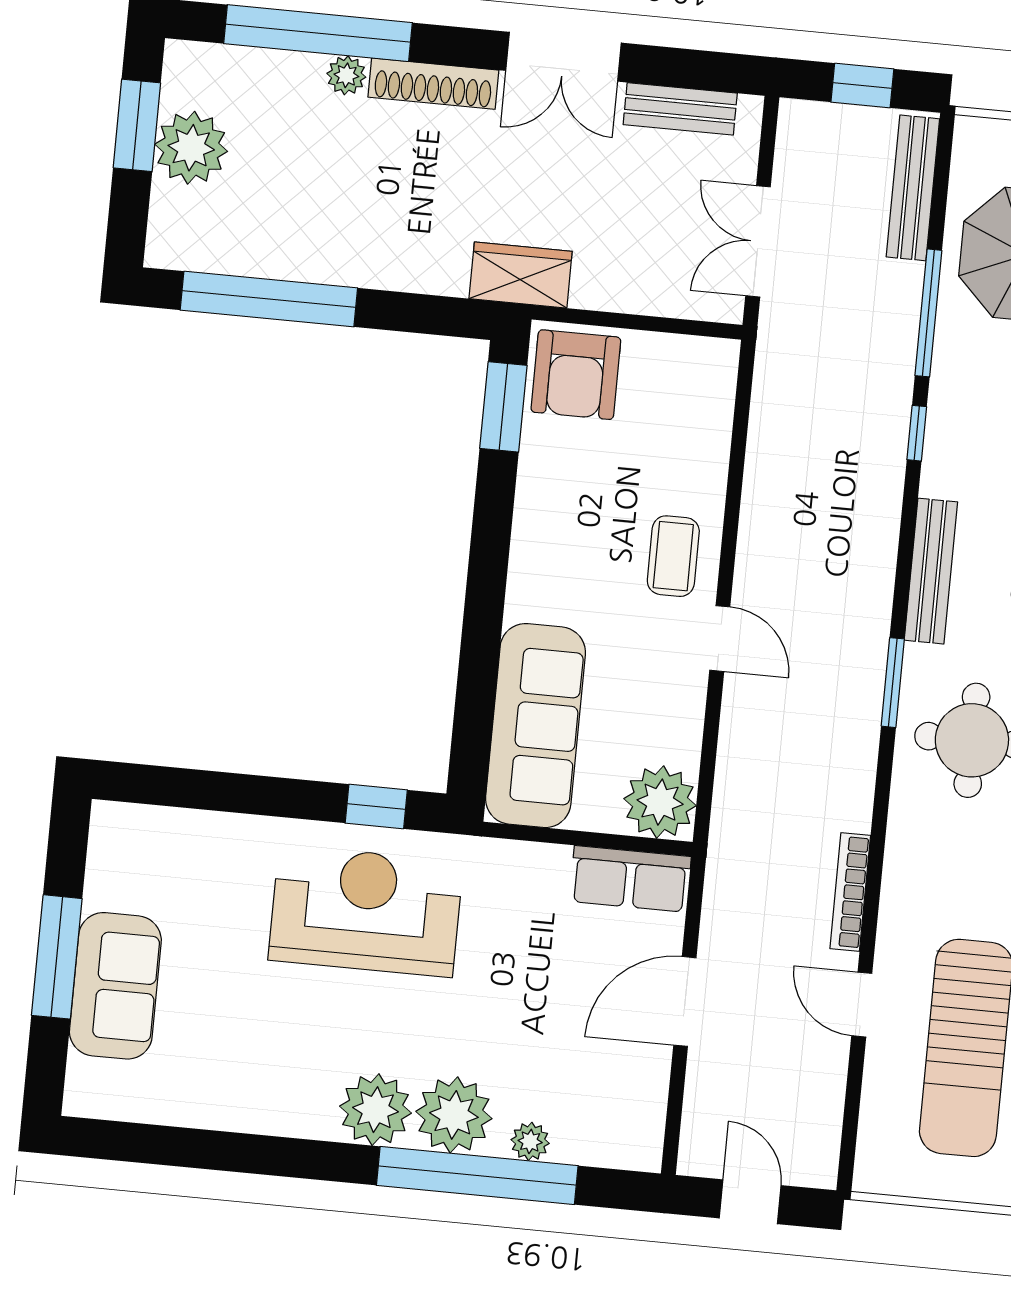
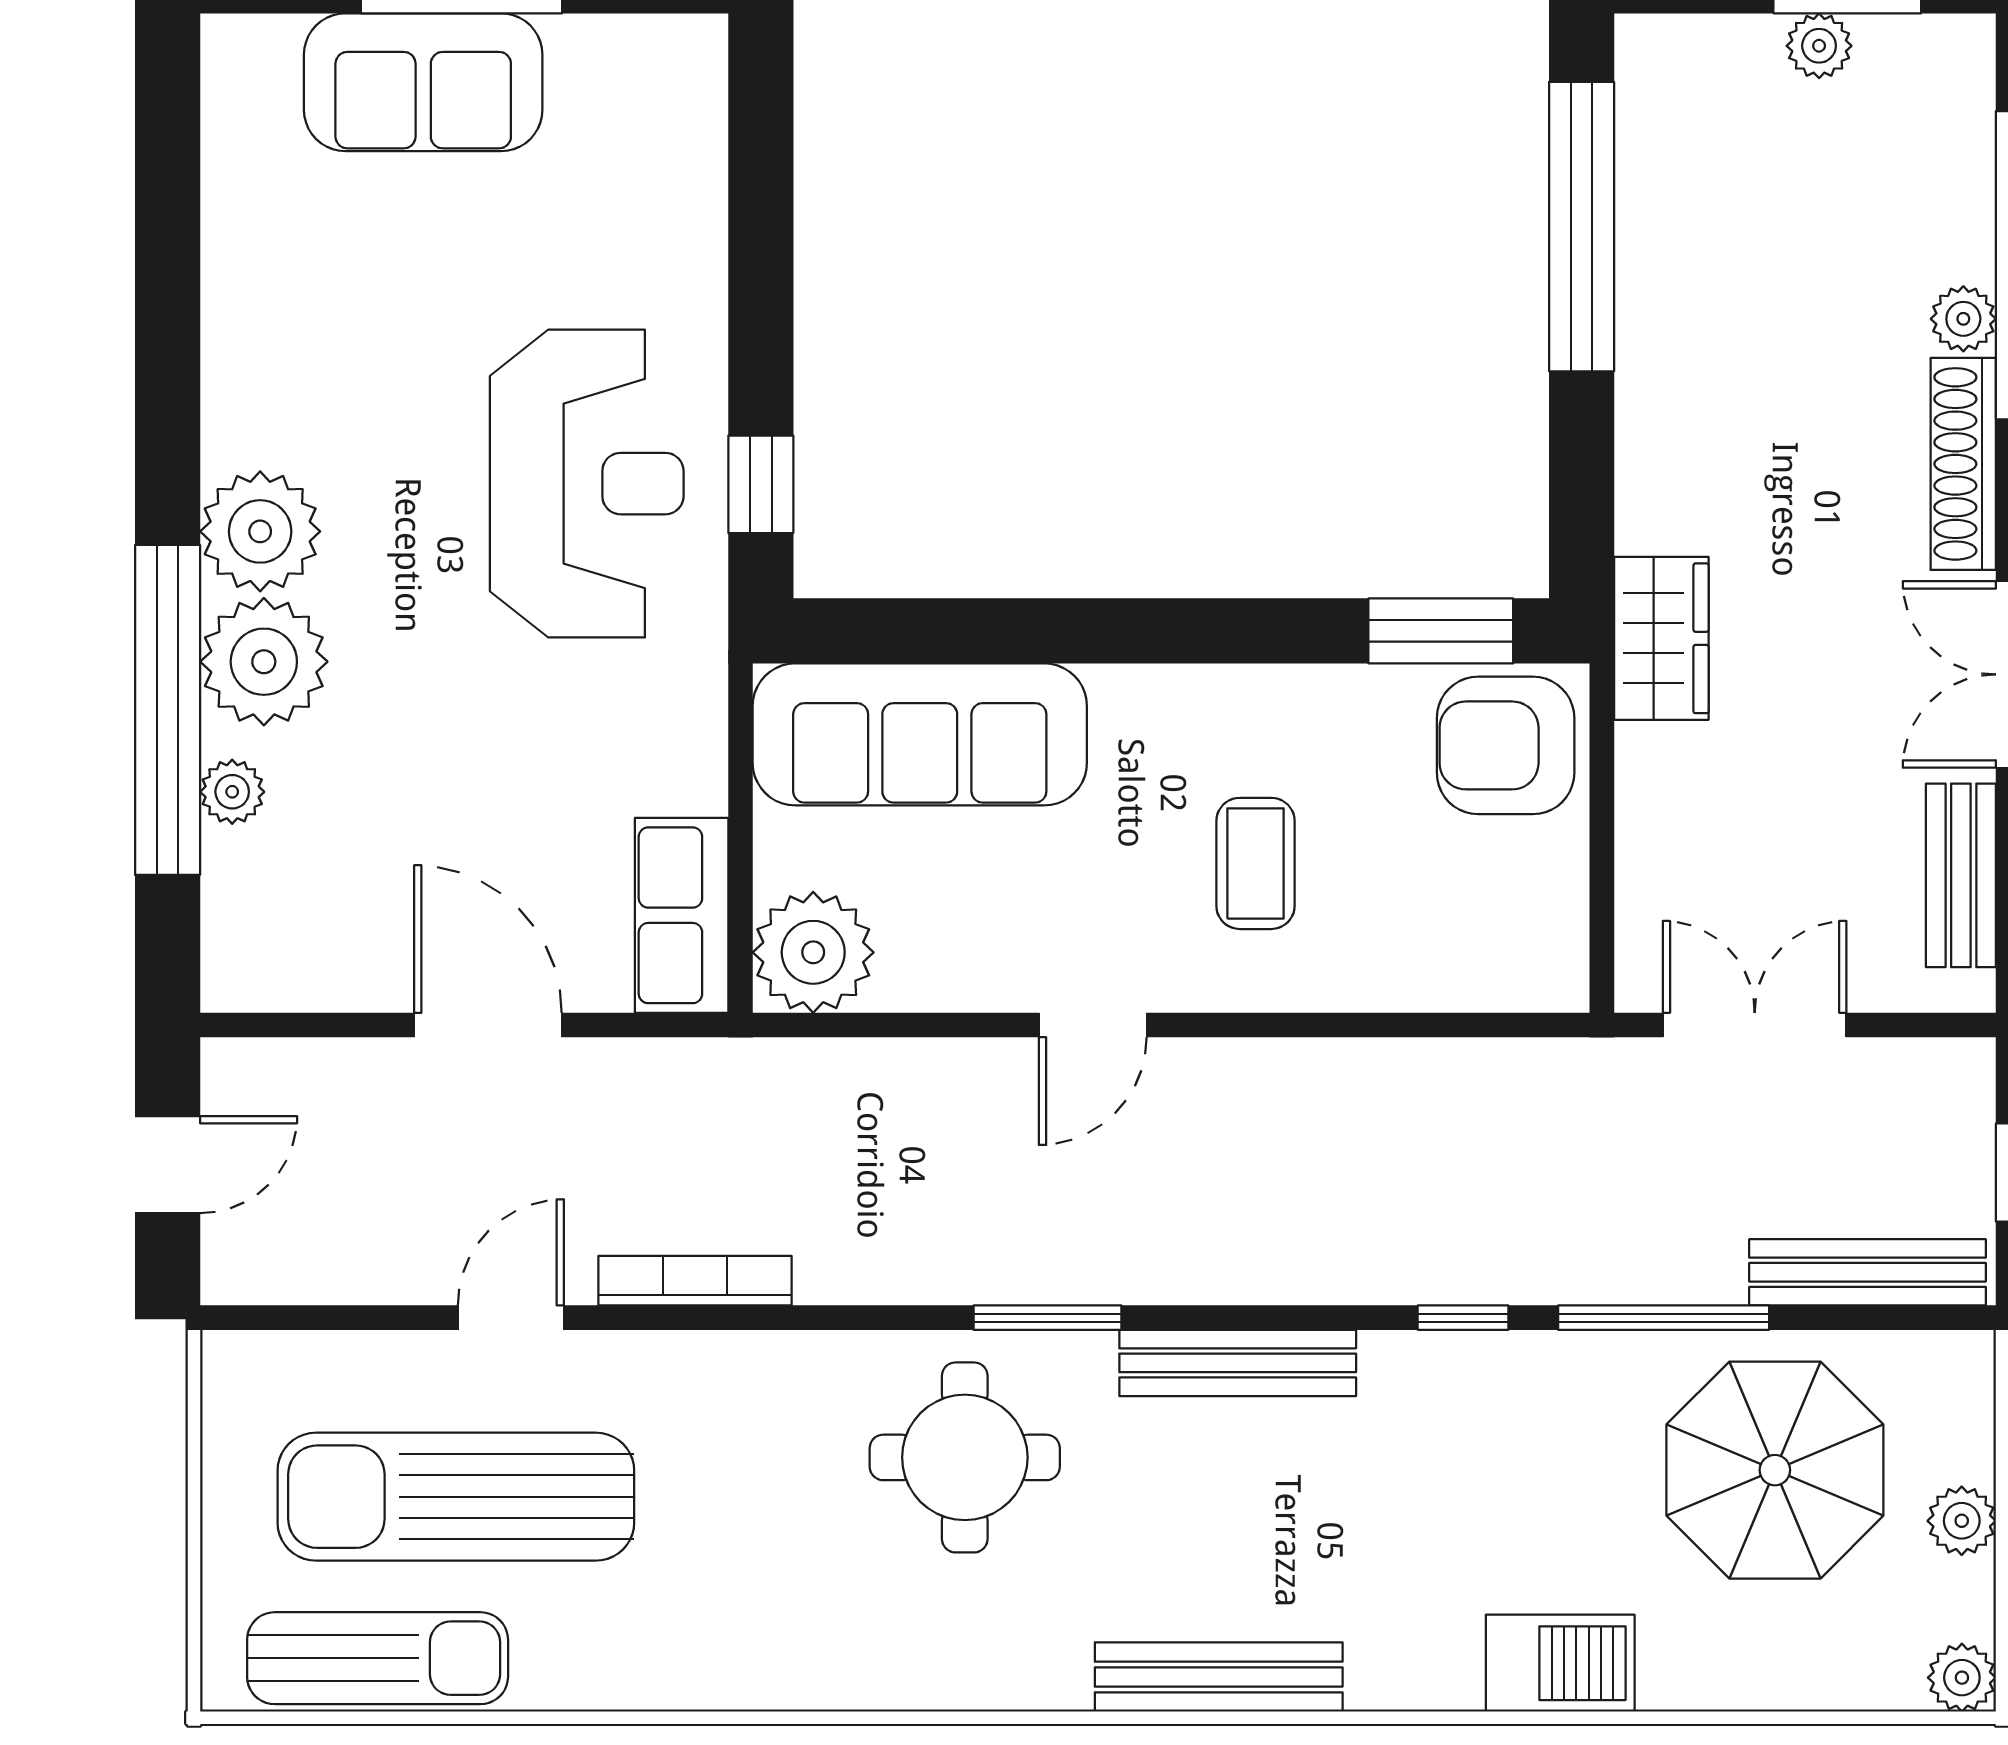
plant: (191, 148) -> (1819, 46), width x0.53, depth x0.53
coffee table: (673, 556) -> (1255, 863), moved, turned 90

